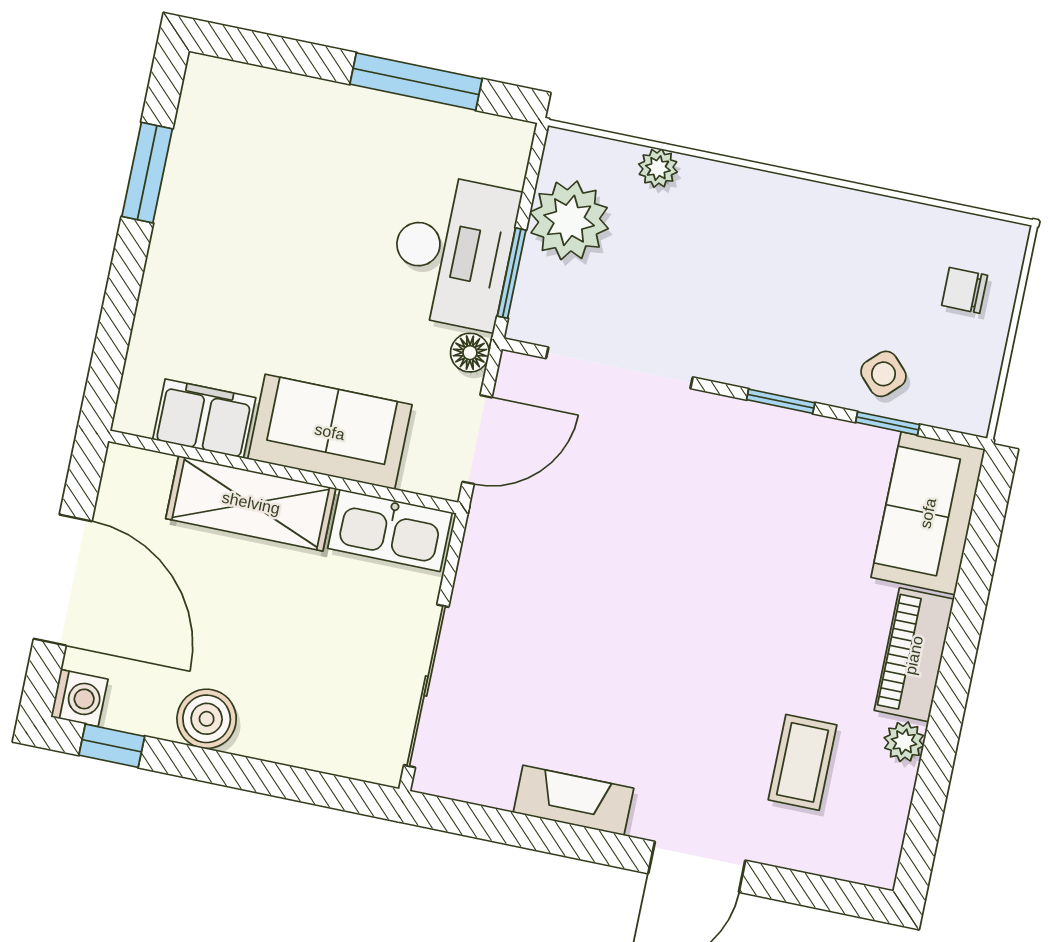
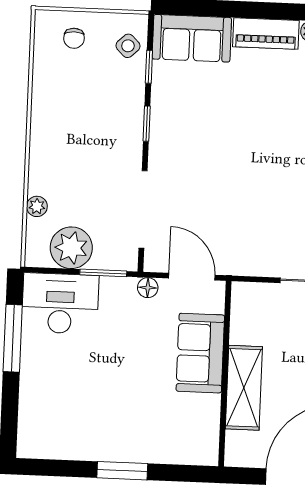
window: (147, 173) -> (122, 471), moved
desk: (453, 251) -> (60, 303), moved
side table: (883, 374) -> (128, 46), moved
filing cabinet: (204, 419) -> (204, 419), removed
kitchen sink: (390, 530) -> (246, 314), removed

